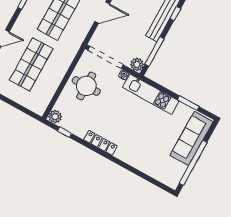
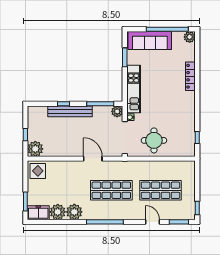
plant: (55, 117) -> (190, 37), moved
locker: (100, 143) -> (190, 76), moved

